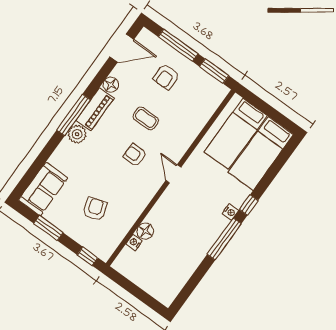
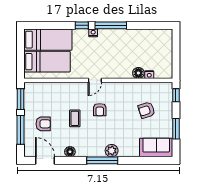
piano: (95, 109) -> (90, 151), removed

